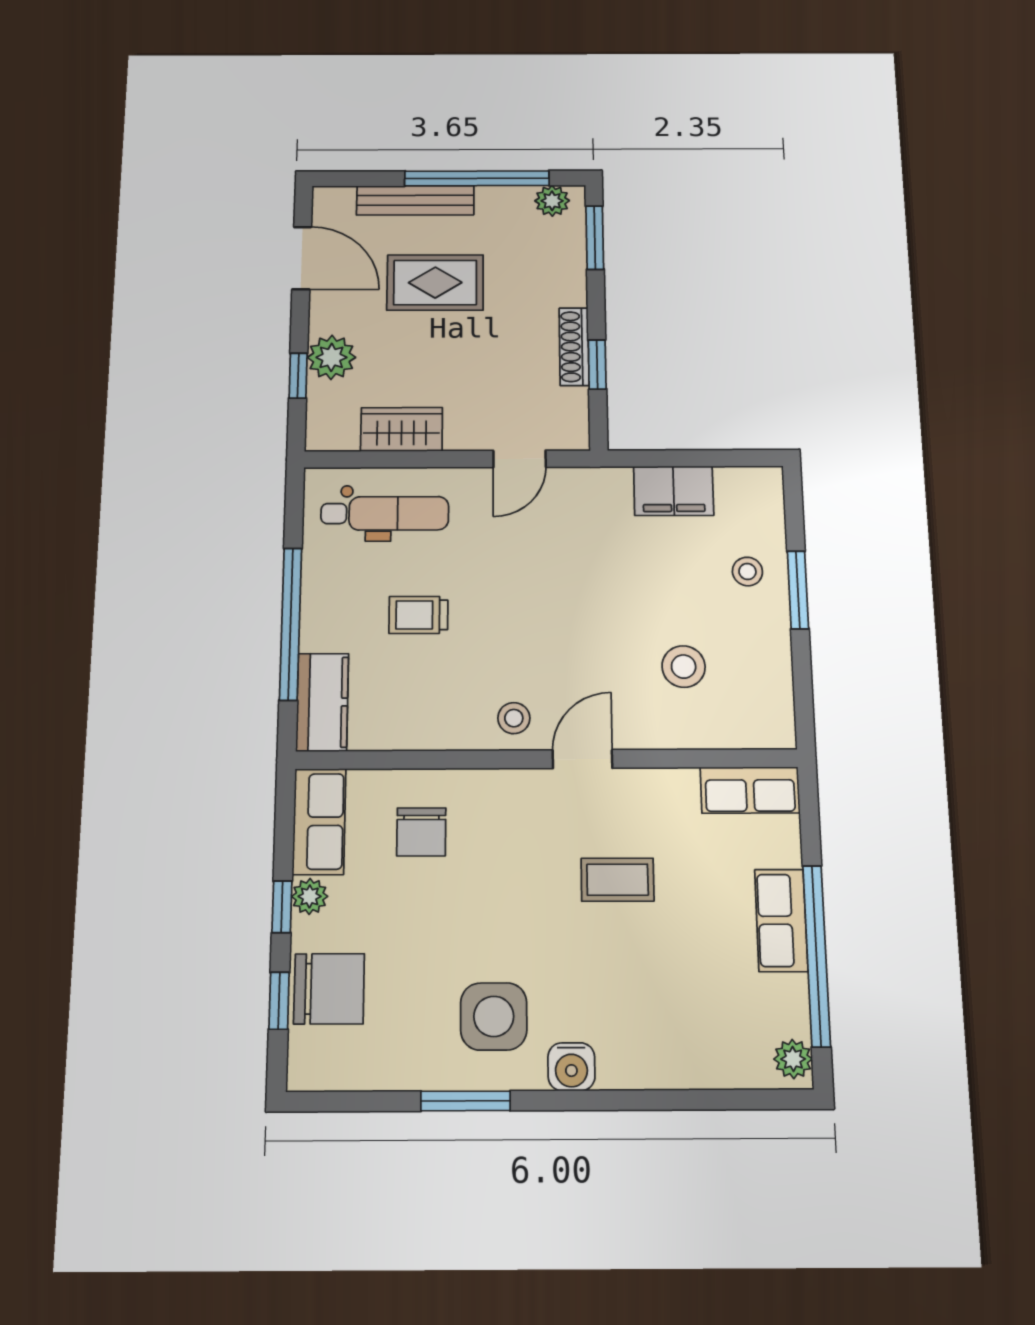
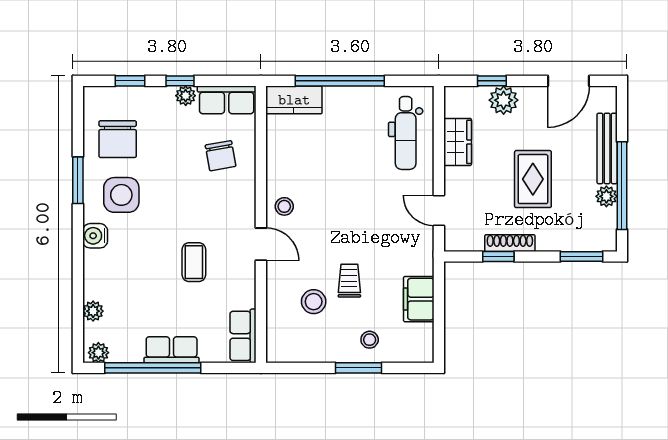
plant: (552, 201) -> (606, 196), moved
rug: (435, 283) -> (533, 179), moved
trolley: (418, 615) -> (349, 281), moved
chair: (421, 832) -> (221, 156), turned -100
chair: (329, 989) -> (118, 139), moved
plant: (714, 1070) -> (93, 311), added

